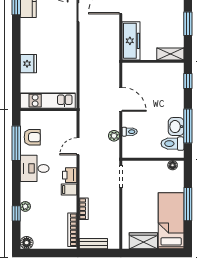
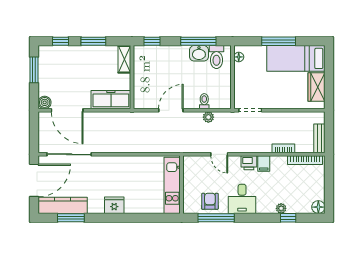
fridge: (28, 64) -> (114, 205), moved

